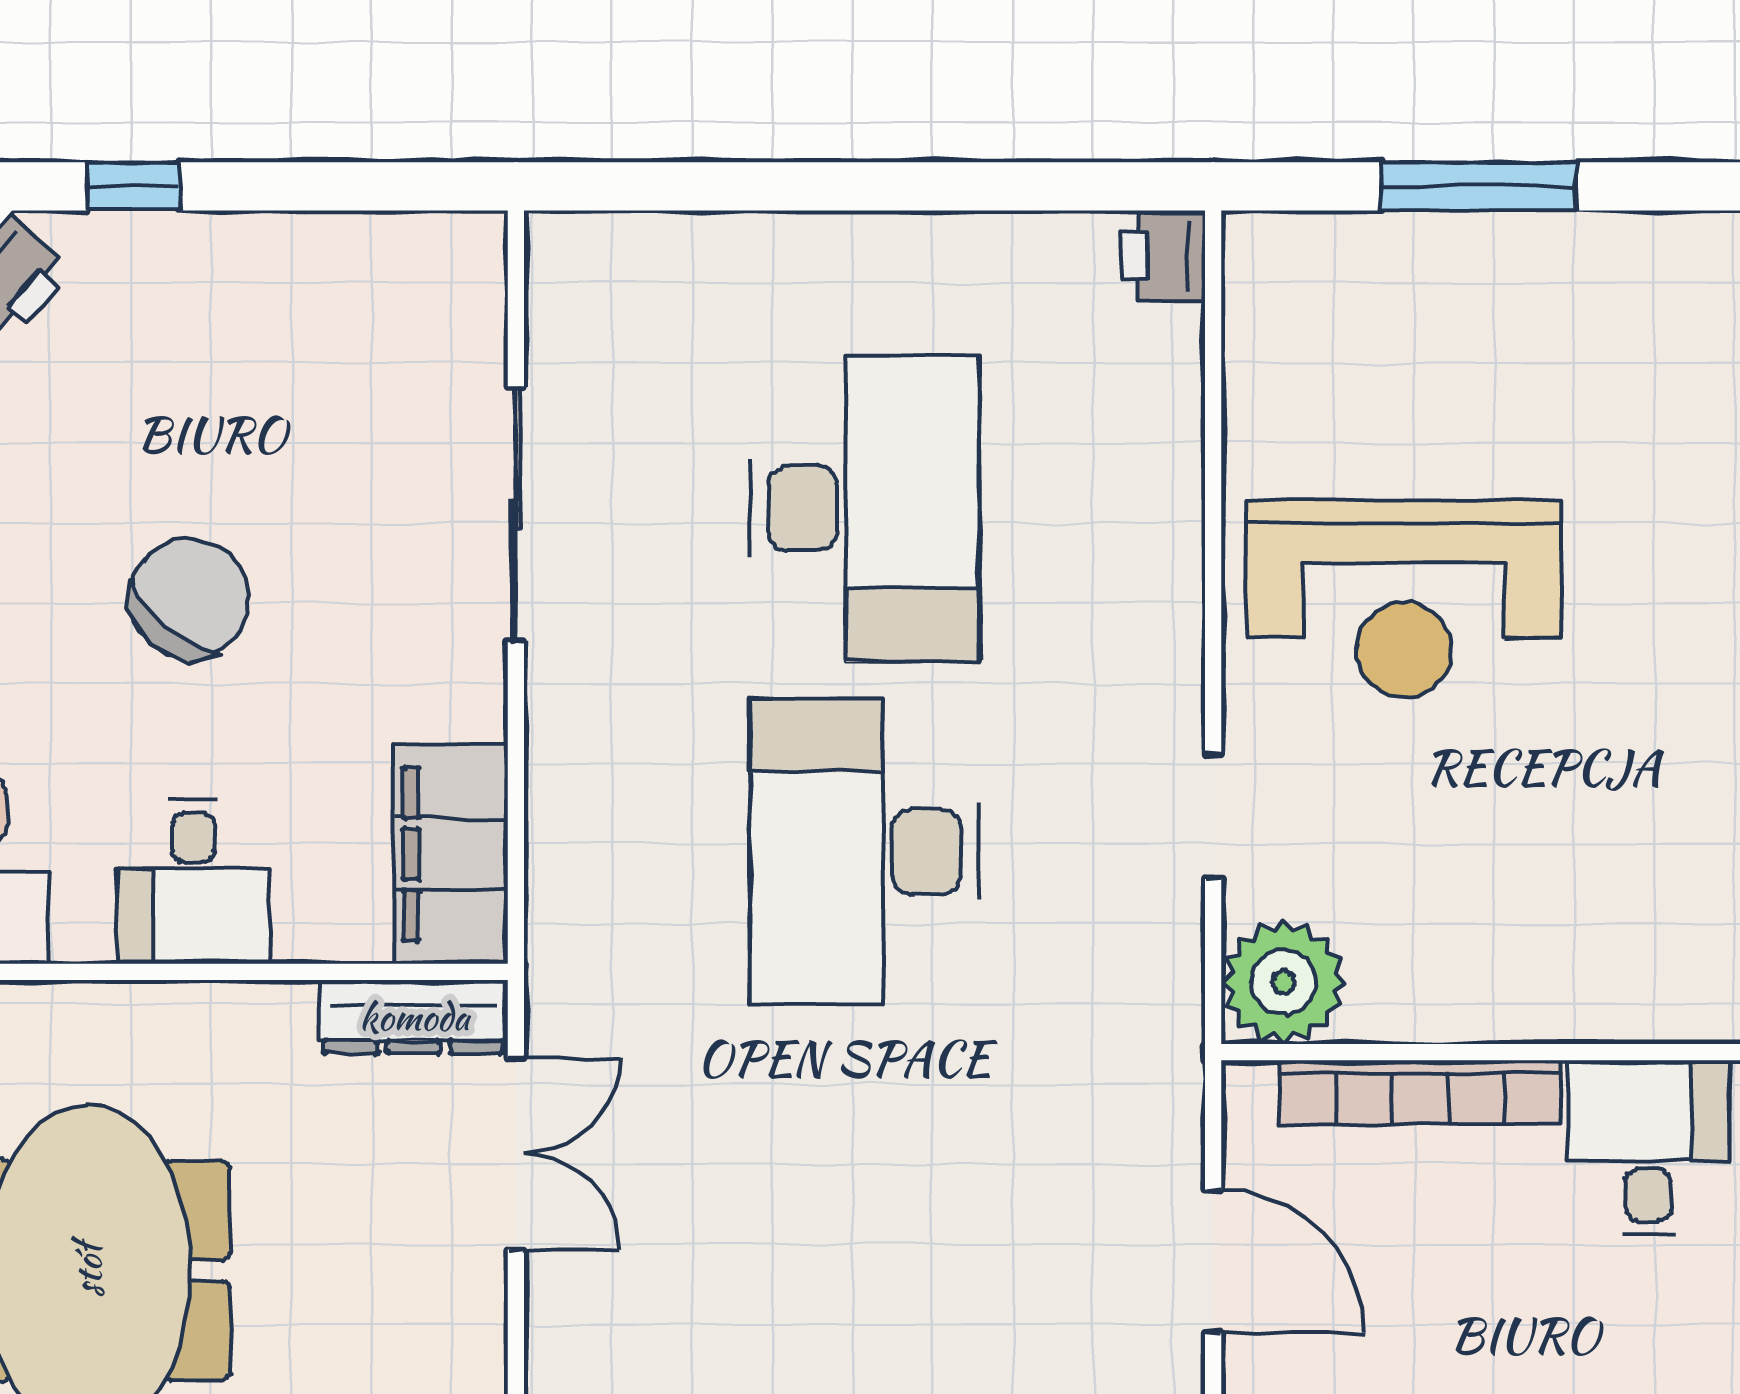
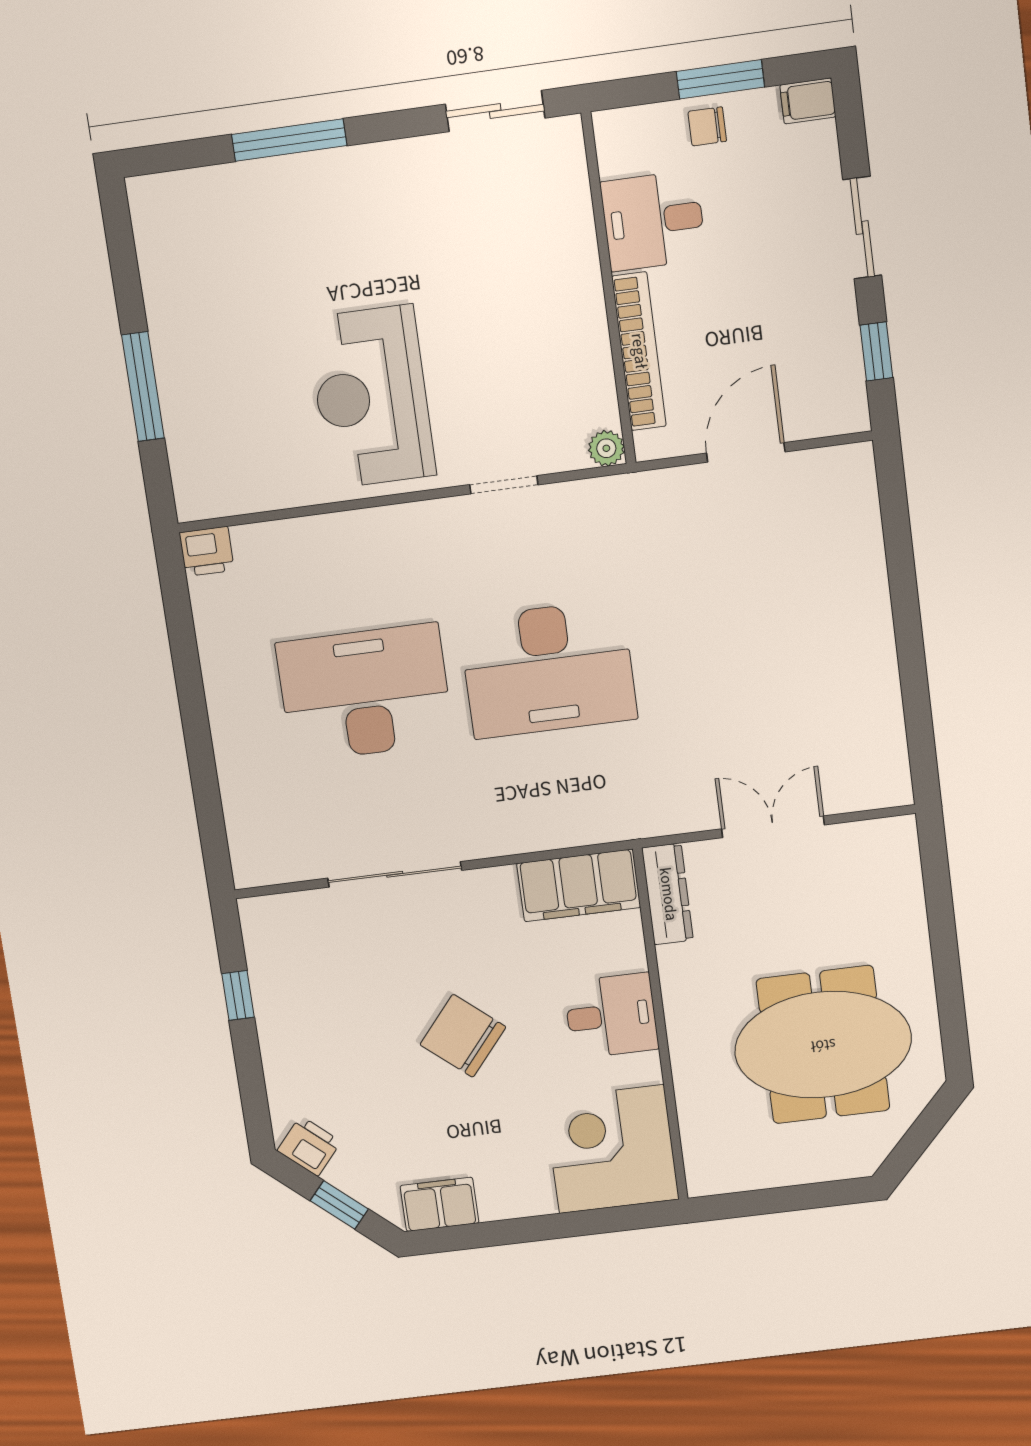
window: (134, 186) -> (238, 995), moved
reception desk: (1404, 598) -> (371, 397), turned 180
plant: (1283, 982) -> (606, 448), width x0.53, depth x0.53
double door: (516, 1154) -> (773, 827), moved

